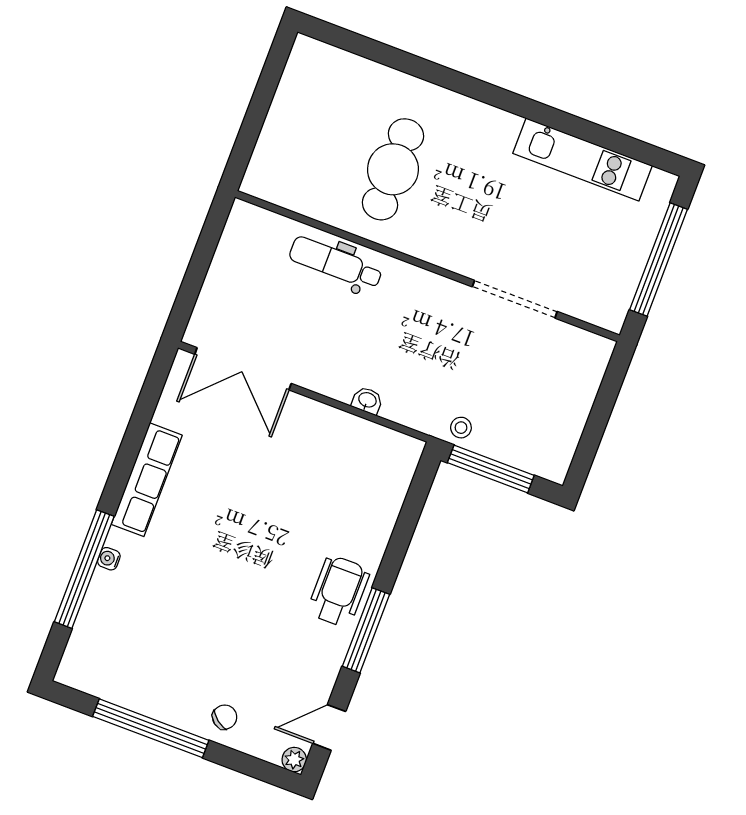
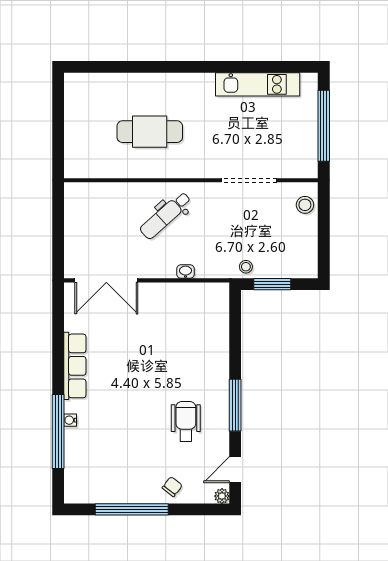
cafe table: (393, 169) -> (150, 132), turned 90
dental chair: (336, 263) -> (165, 215), moved, turned -42
stool: (585, 368) -> (305, 205), added
window: (491, 469) -> (272, 284), width x0.69
wheelchair: (339, 591) -> (186, 421), moved

